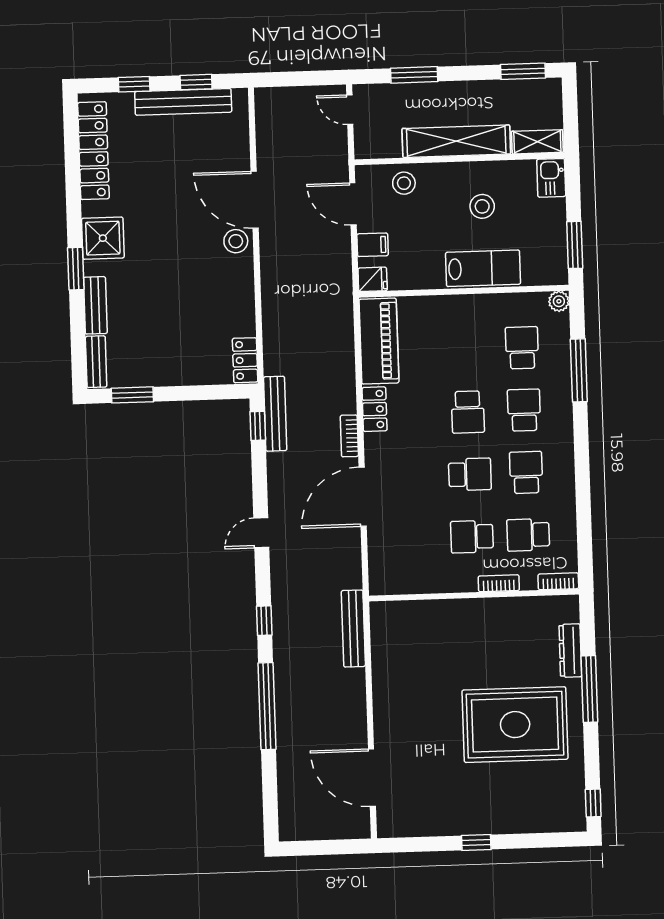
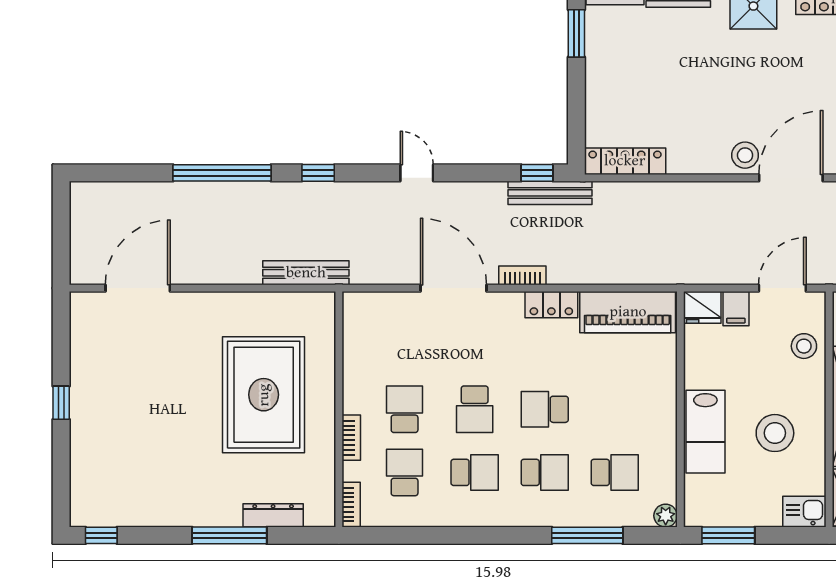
stool: (482, 206) -> (775, 433), width x1.38, depth x1.38
fridge: (373, 279) -> (702, 307), width x1.38
locker: (245, 360) -> (625, 161), width x1.53
rug: (515, 725) -> (264, 395), moved

